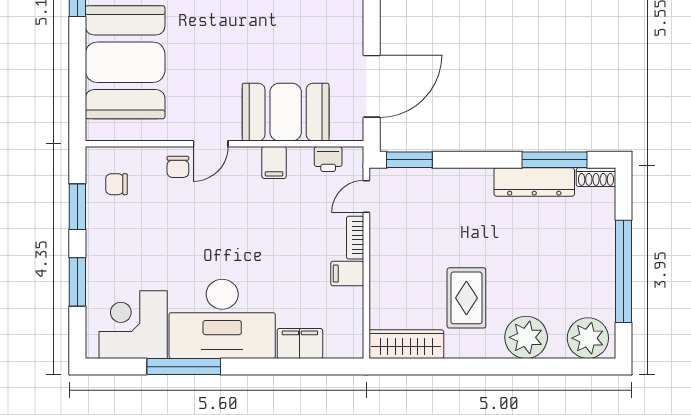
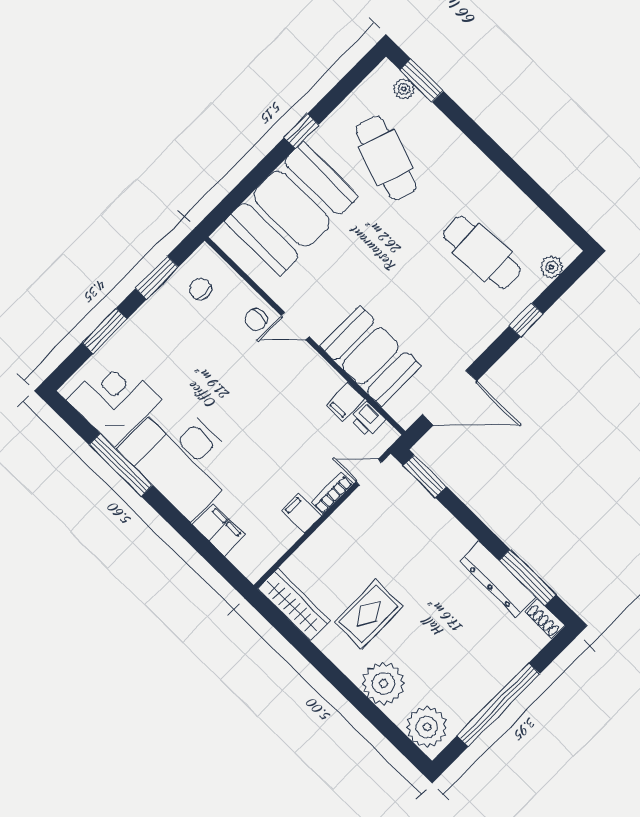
filing cabinet: (274, 163) -> (345, 402), moved

